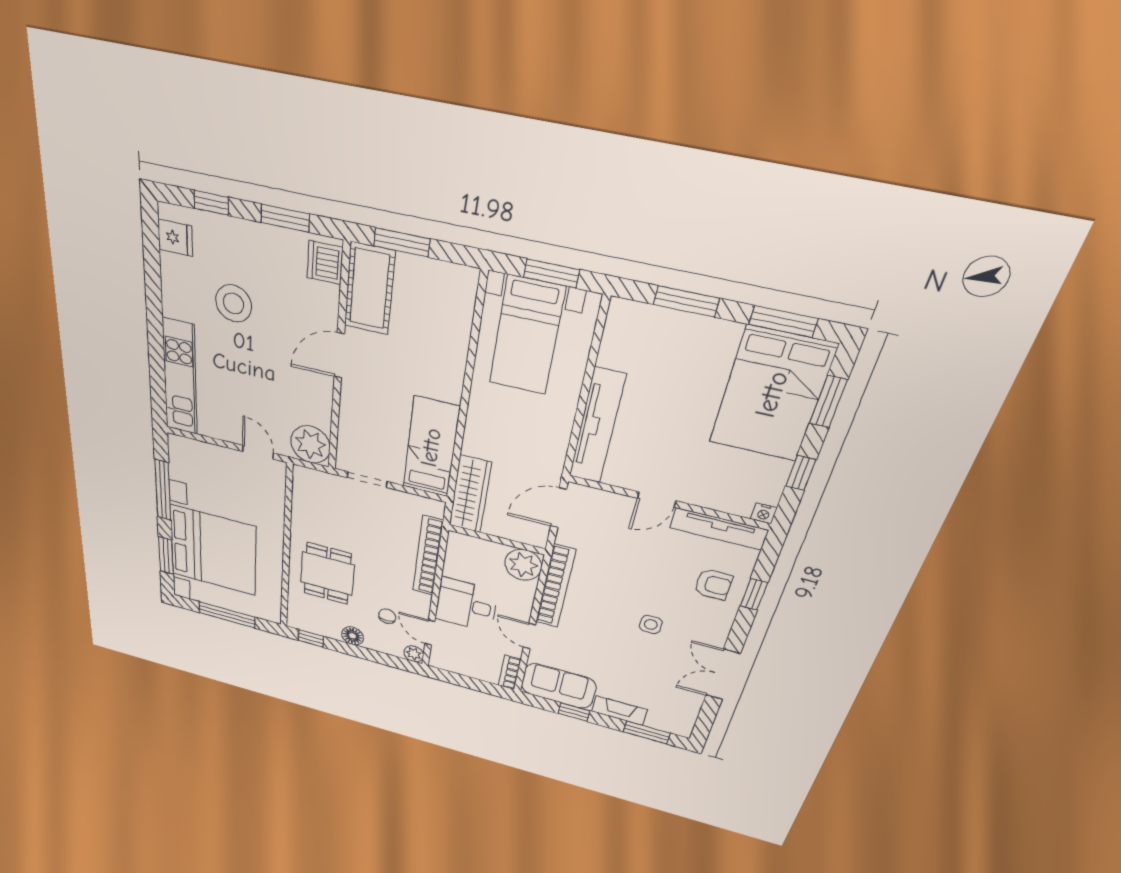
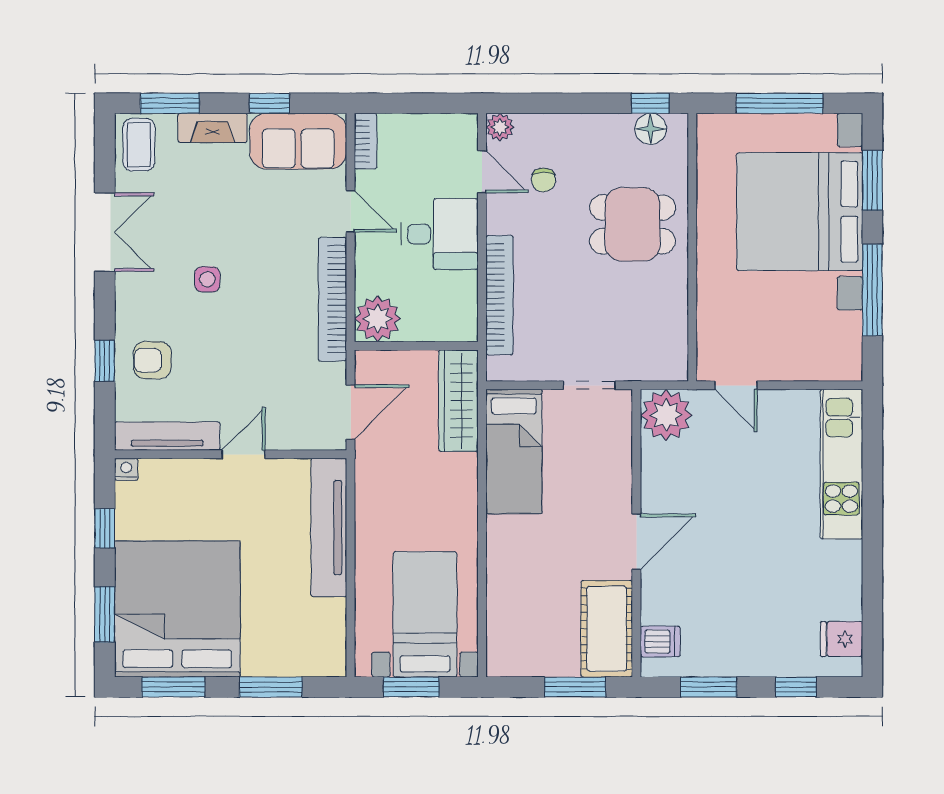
dishwasher: (325, 263) -> (660, 641), width x0.73
stool: (234, 303) -> (769, 576), removed
bed: (772, 394) -> (177, 609), width x1.36
dining table: (327, 574) -> (633, 224), turned 90
floor lamp: (353, 636) -> (651, 129), moved
coffee table: (678, 717) -> (139, 145), added

